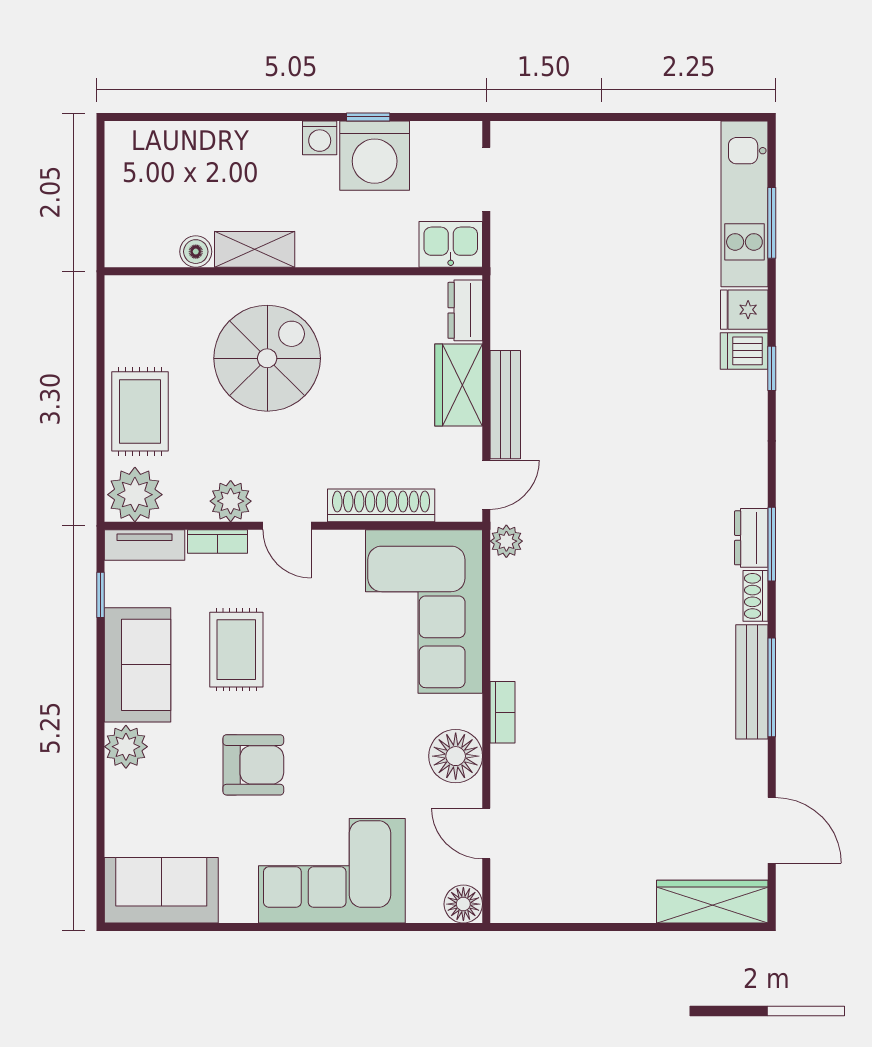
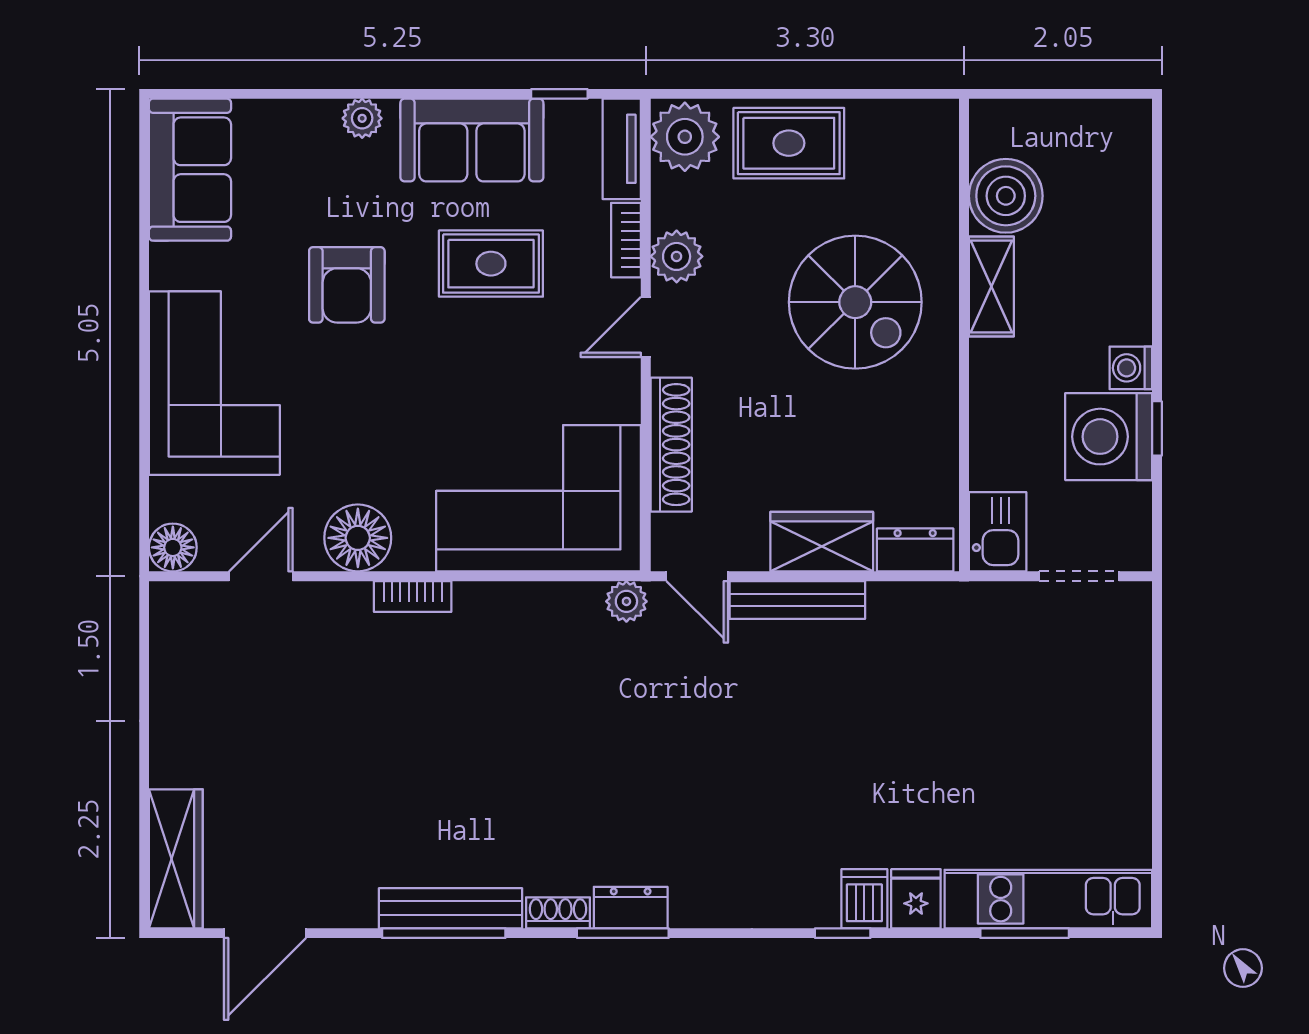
boiler: (196, 252) -> (1006, 196), width x1.86, depth x1.86
plant: (126, 747) -> (362, 118), width x0.73, depth x0.73

